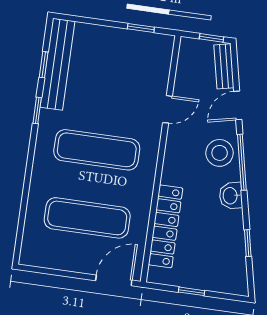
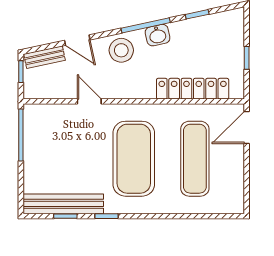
window: (141, 28) -> (21, 135), width x2.17
exercise mat: (97, 150) -> (134, 159), width x1.47
window: (242, 162) -> (146, 25), moved
door: (114, 280) -> (247, 128), hinge flipped

